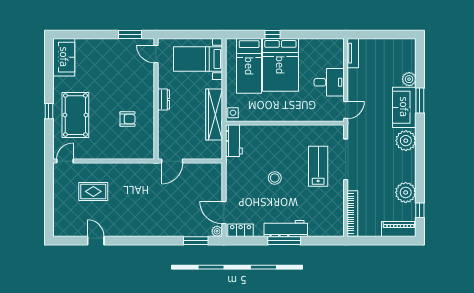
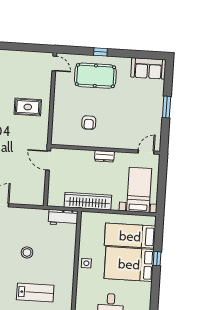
window: (130, 34) -> (167, 107), moved
side table: (233, 113) -> (86, 263), moved
rug: (93, 191) -> (28, 107), moved, turned 90

